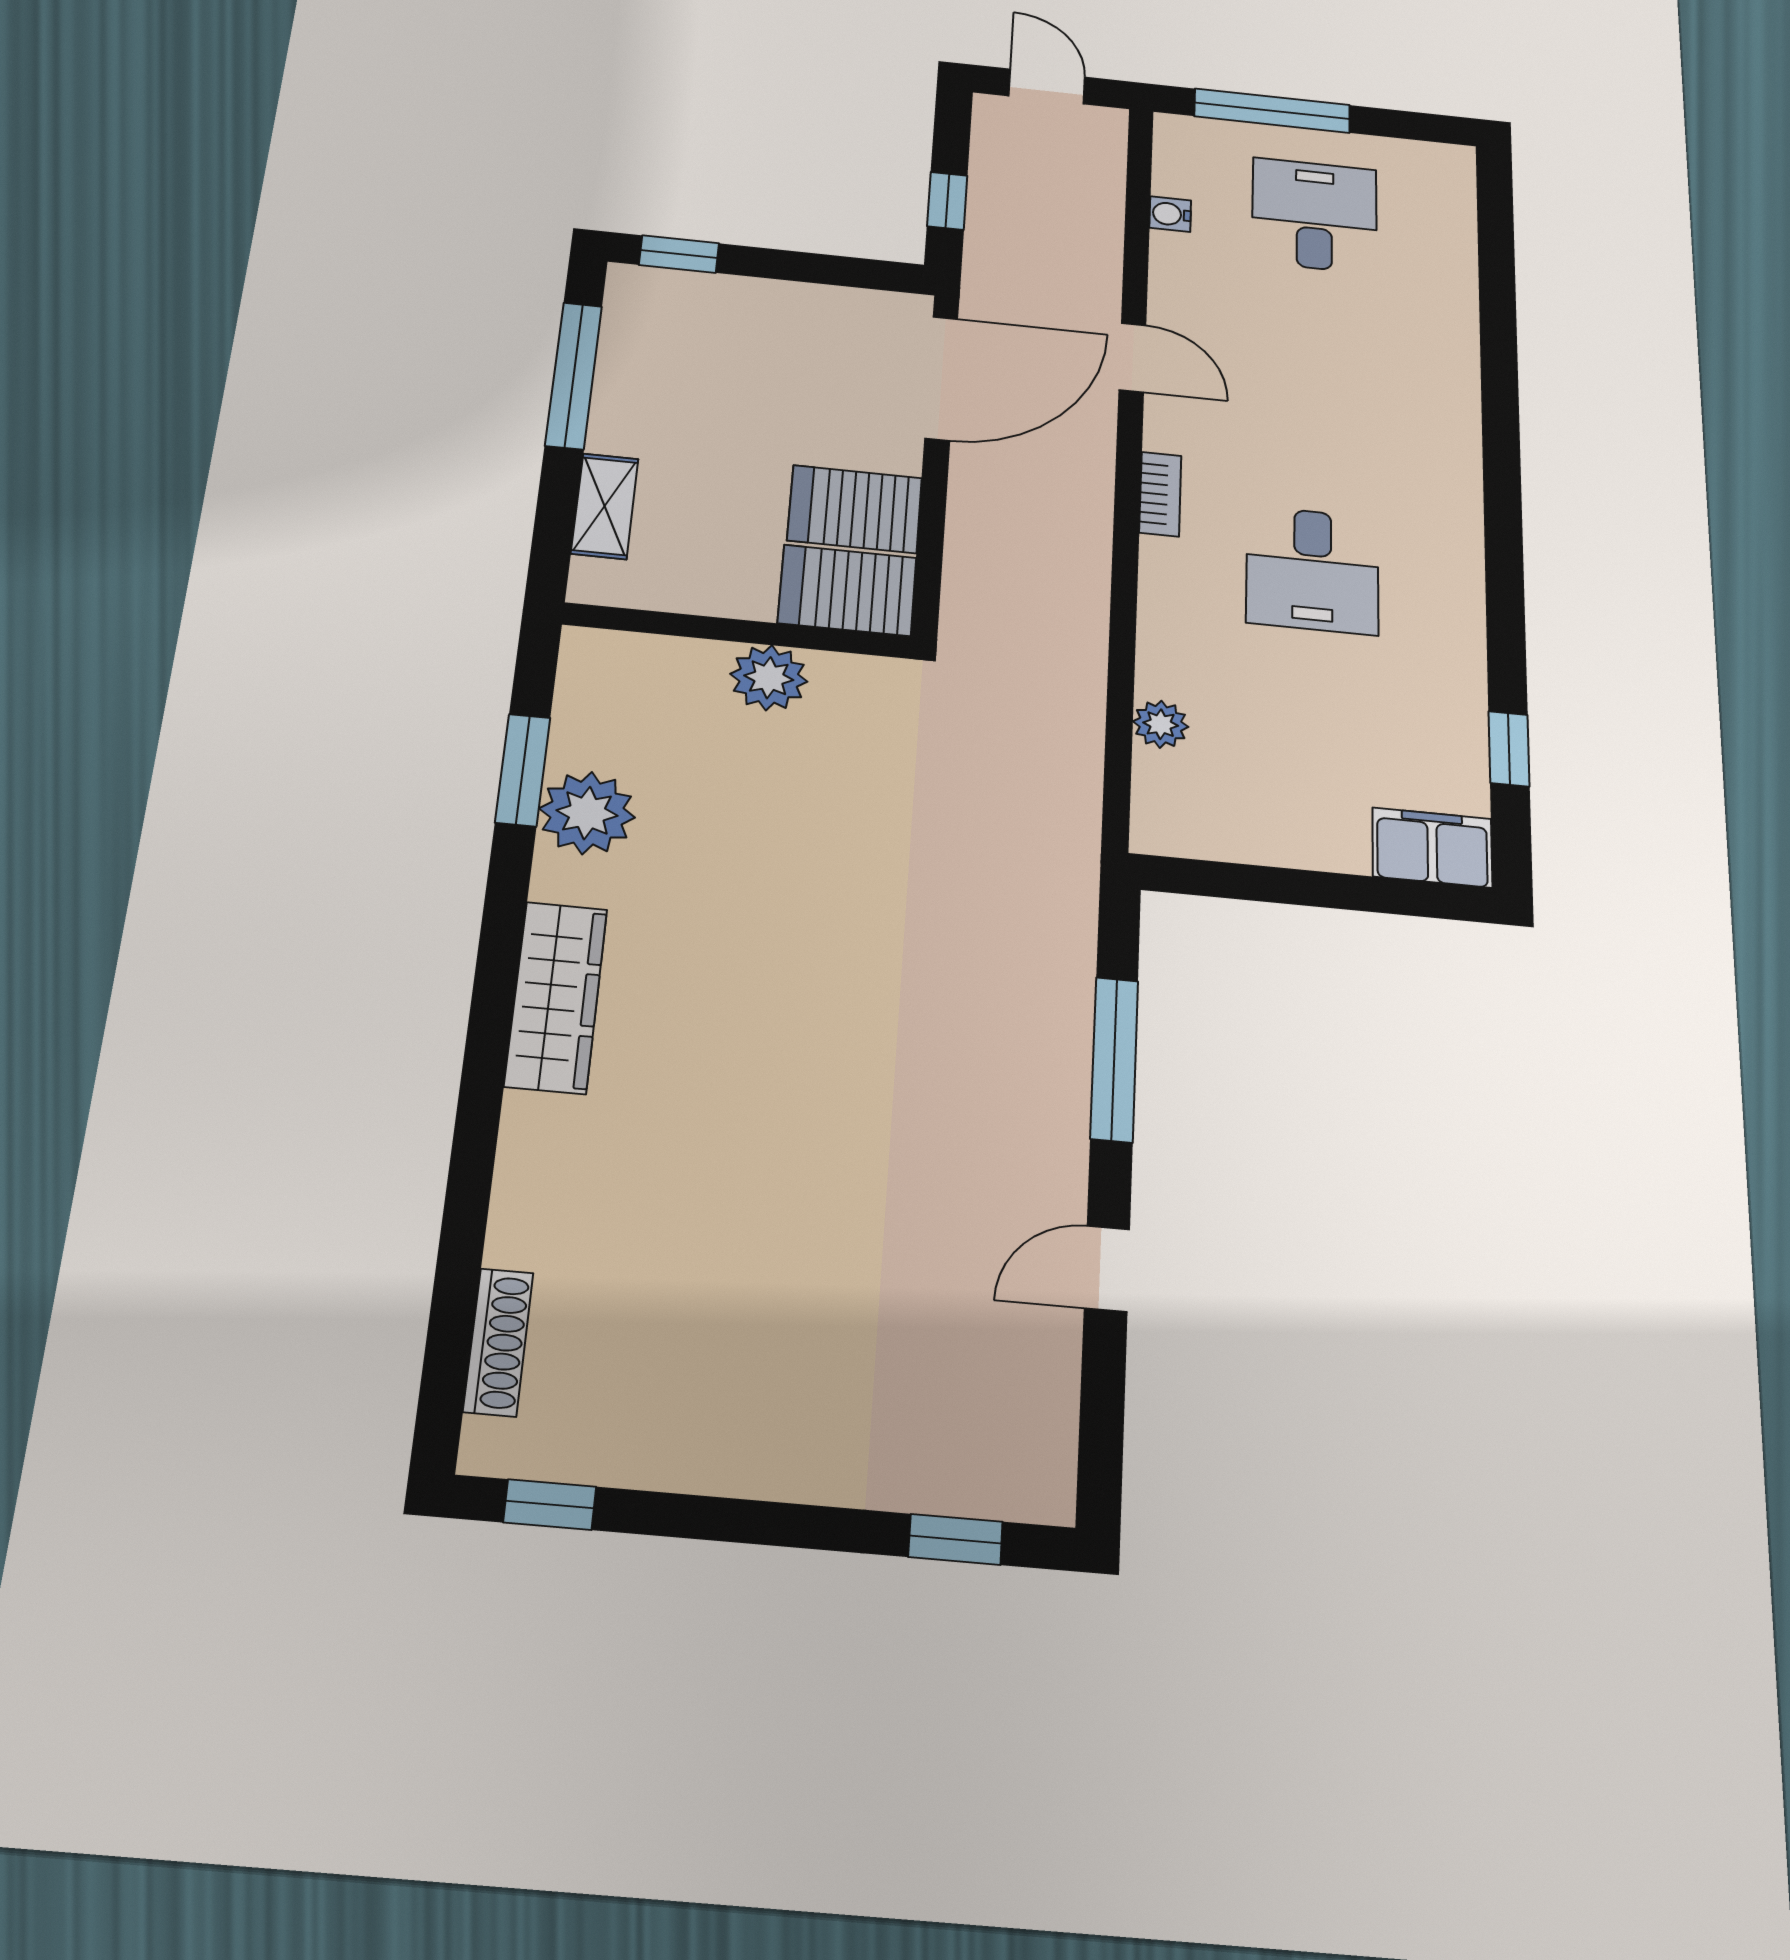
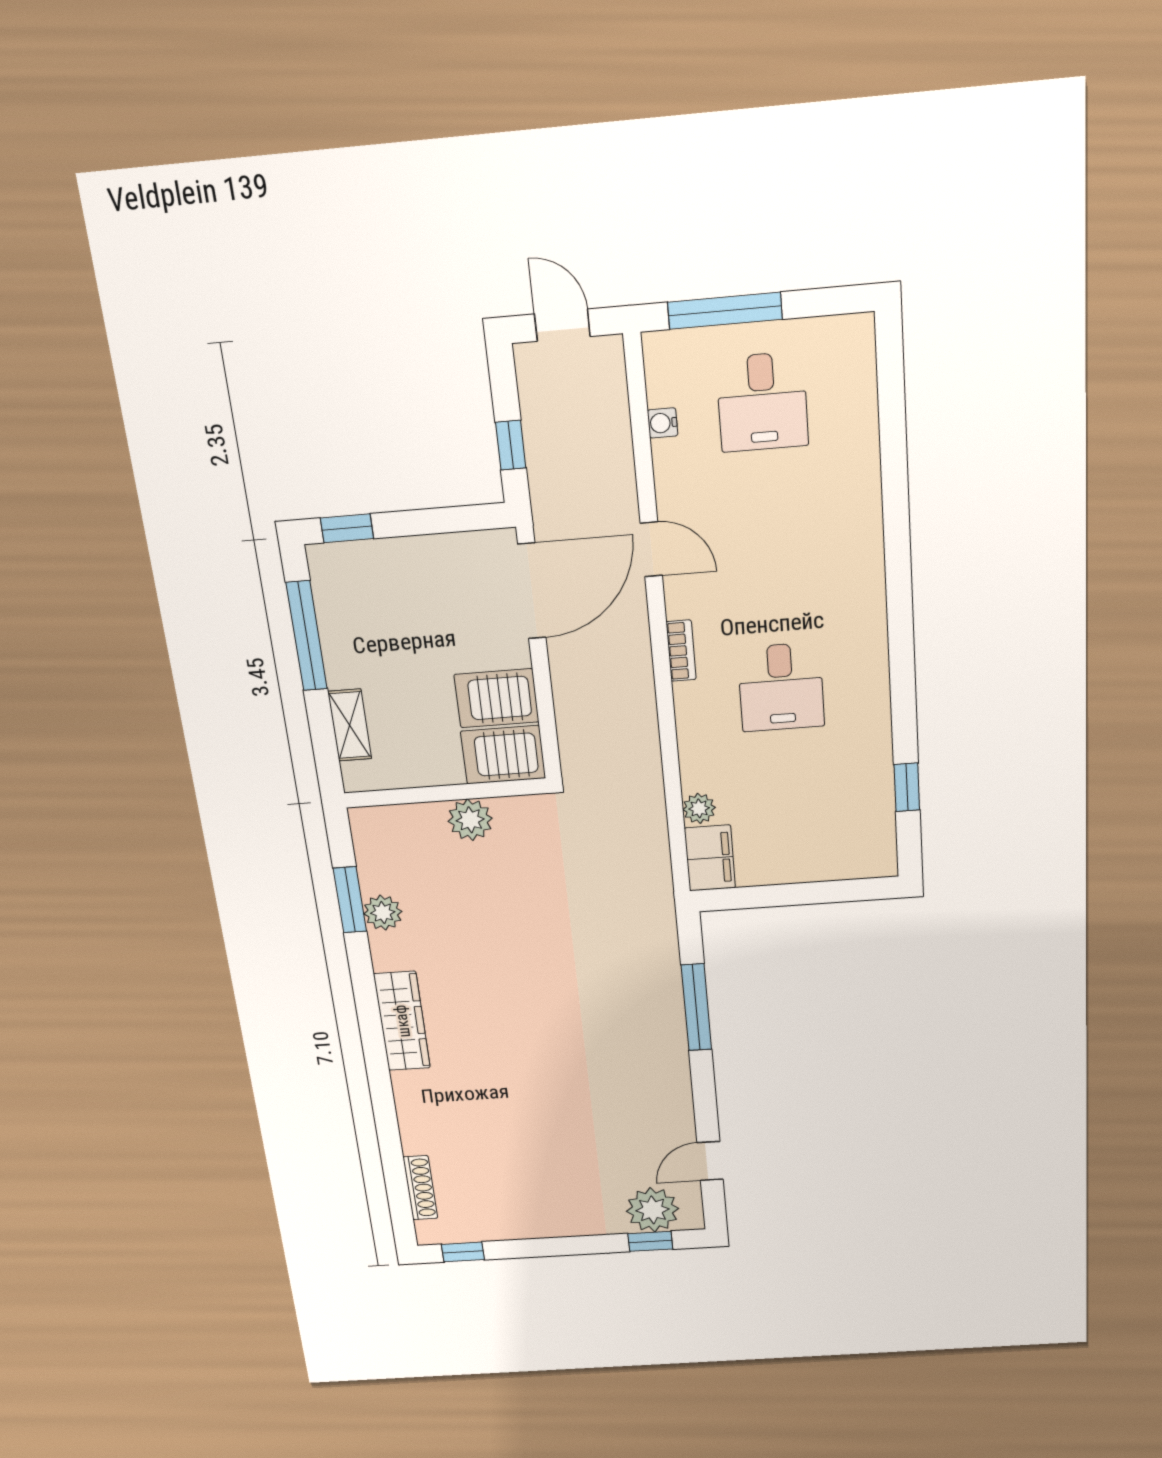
desk: (1314, 216) -> (762, 402), turned 180
plant: (587, 813) -> (383, 913), width x0.73, depth x0.73
filing cabinet: (1432, 848) -> (710, 858), moved, turned 90
door: (1107, 1269) -> (710, 1161), moved
plant: (971, 1466) -> (653, 1210), added

